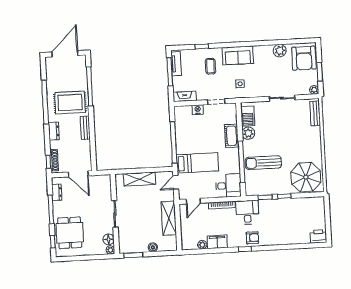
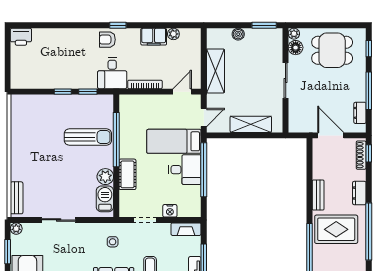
parasol: (306, 177) -> (33, 115), removed
desk: (228, 186) -> (185, 170), moved, turned 180
dining table: (70, 233) -> (332, 50), moved, turned 90

